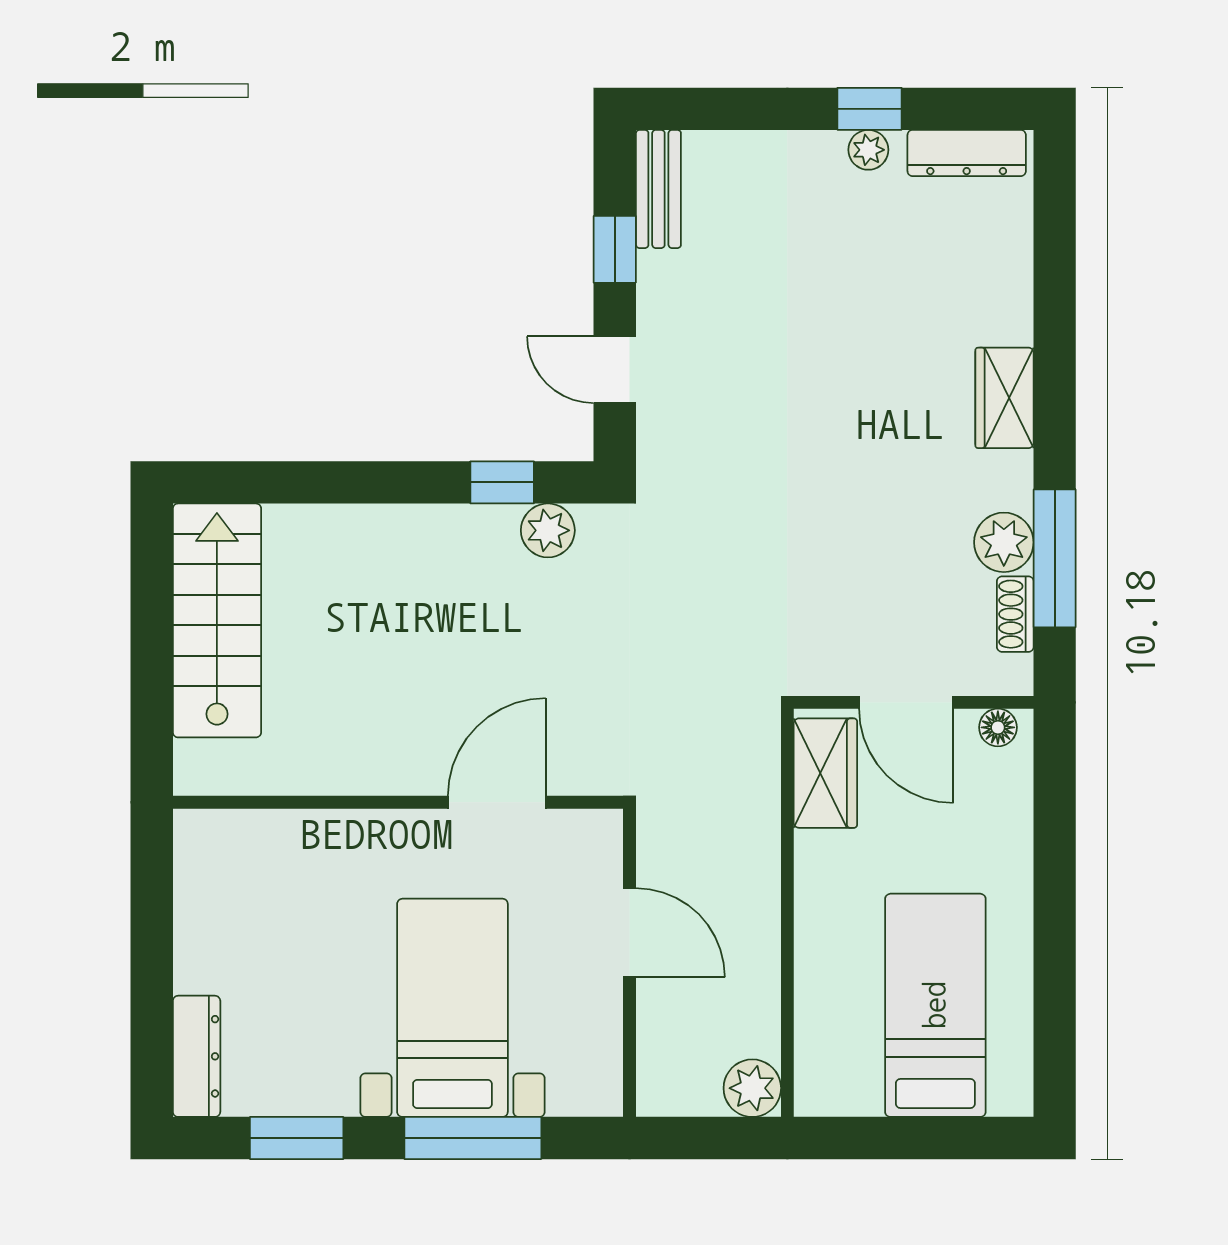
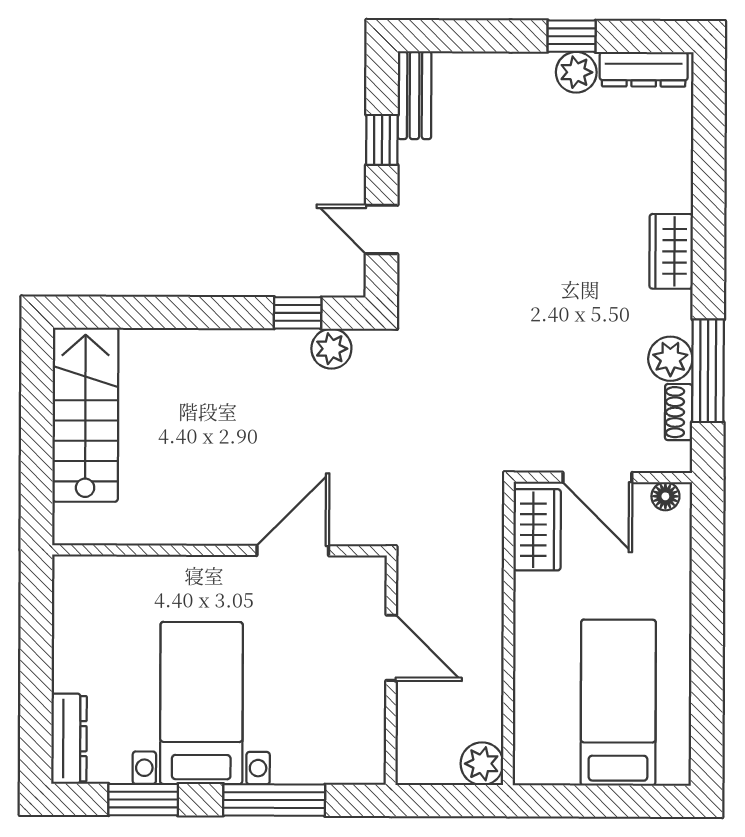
plant: (868, 150) -> (576, 72), width x1.38, depth x1.38
bed with nightstands: (452, 1008) -> (201, 703), moved

